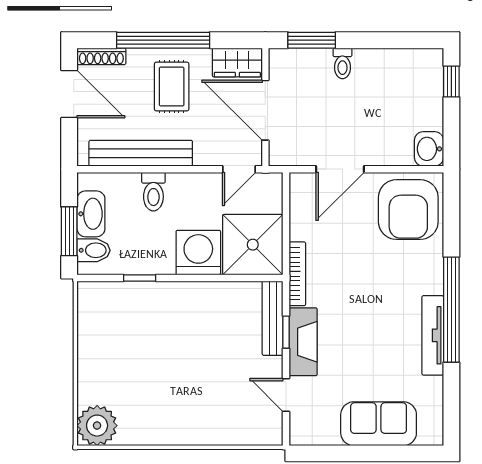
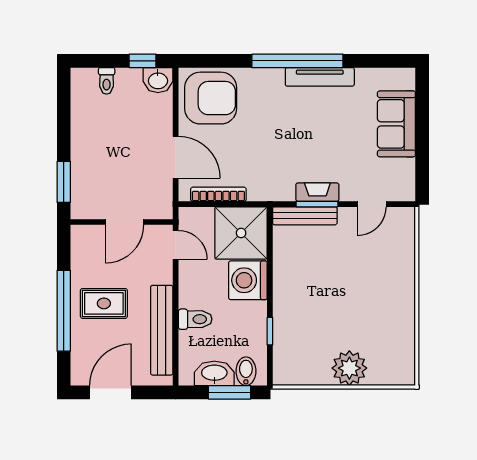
shoe rack: (101, 56) -> (78, 364), removed
wardrobe: (237, 62) -> (83, 246), removed
toilet: (342, 63) -> (107, 81), moved, turned 90
window: (451, 82) -> (143, 61), moved
door: (265, 110) -> (124, 222), width x0.73
bookcase: (297, 274) -> (218, 194), moved
window: (286, 332) -> (317, 204), width x1.50
fireplace: (303, 342) -> (317, 192), width x0.73, depth x0.76
plant: (97, 426) -> (349, 368), moved

